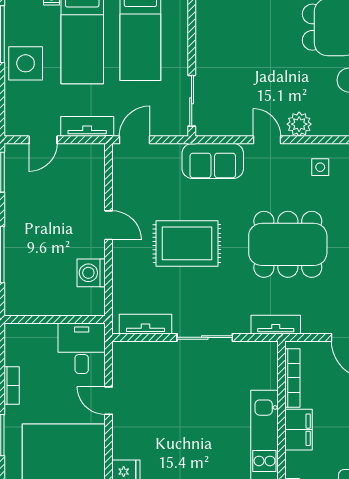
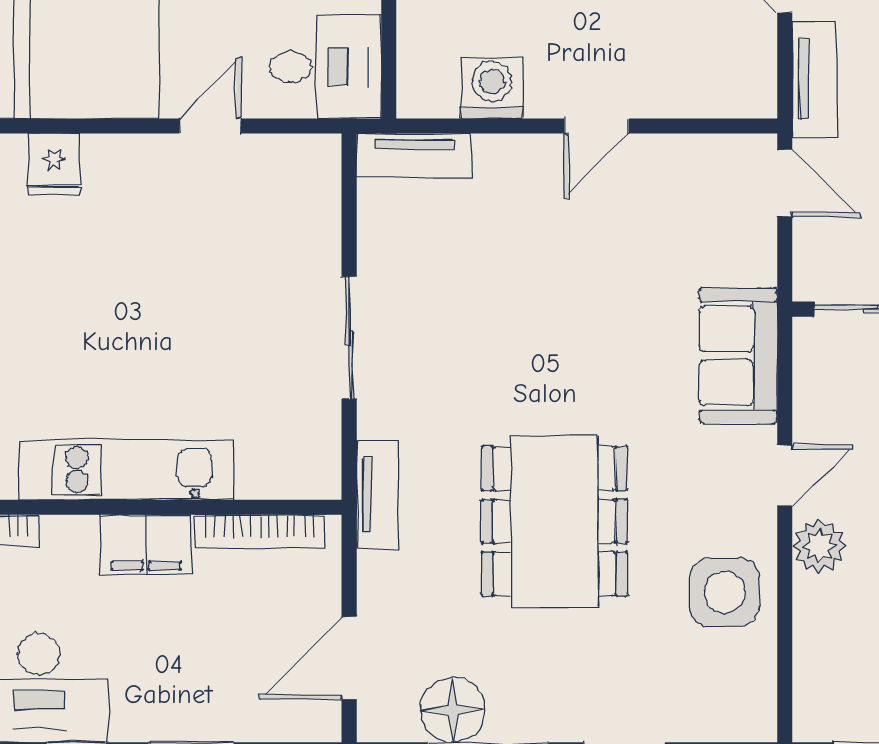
side table: (320, 167) -> (724, 592), width x1.87, depth x1.87
rug: (187, 243) -> (556, 299), removed
tv unit: (145, 324) -> (414, 155), moved, turned 90

